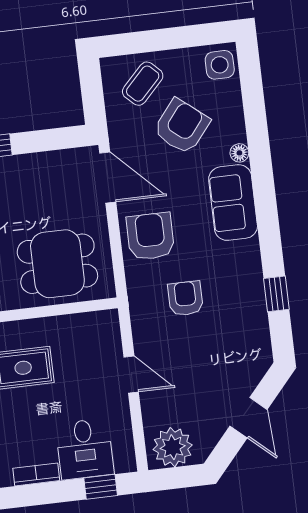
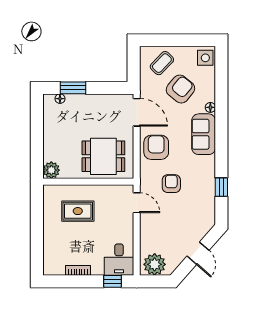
door: (131, 374) -> (137, 203), moved
desk: (85, 449) -> (119, 260), moved

